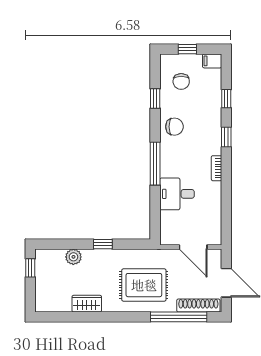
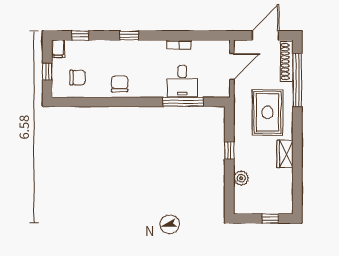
window: (155, 99) -> (93, 102), removed
window: (226, 99) -> (80, 35), moved
window: (155, 164) -> (183, 102), moved
bookcase: (217, 168) -> (179, 45), moved
window: (30, 268) -> (270, 218), moved
wardrobe: (87, 304) -> (285, 154), moved

